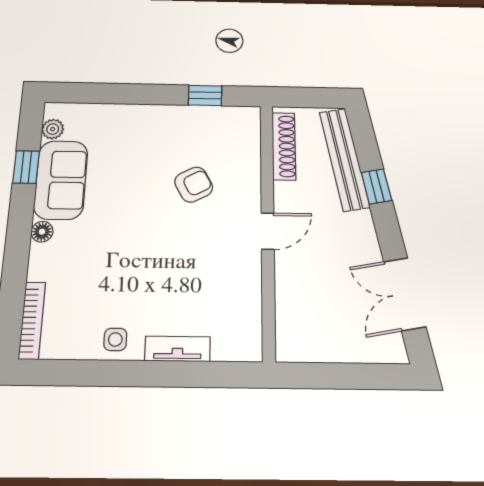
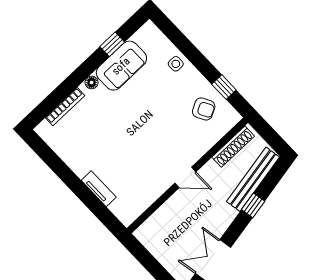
plant: (53, 129) -> (141, 37), removed
armchair: (194, 185) -> (204, 109), moved
bookcase: (32, 320) -> (65, 107), moved
side table: (115, 339) -> (176, 64), moved

